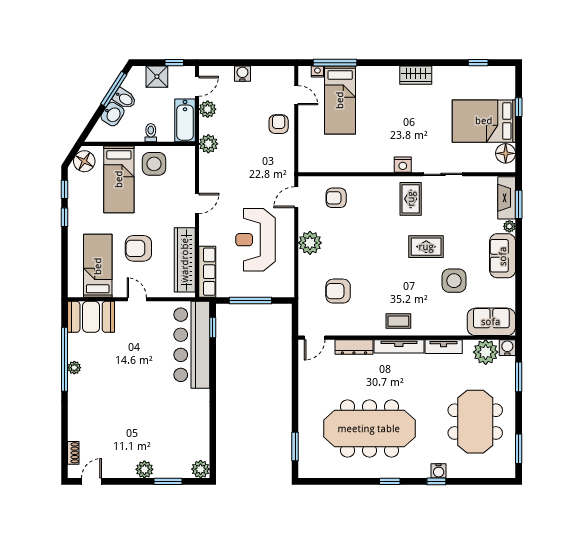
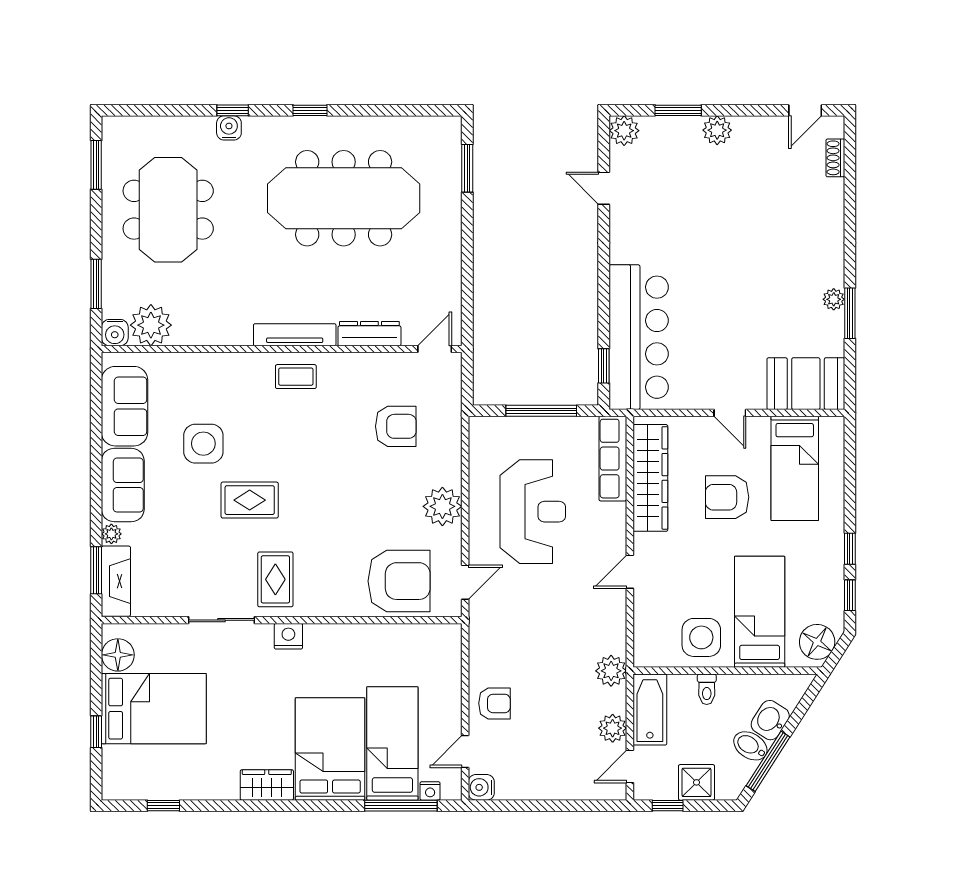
water cooler: (242, 74) -> (481, 787), moved, turned 90
door: (296, 95) -> (465, 751), hinge flipped
bed: (378, 97) -> (330, 749), added
armchair: (279, 124) -> (494, 703), turned -90
armchair: (336, 198) -> (399, 581), width x1.88, depth x1.88
armchair: (138, 248) -> (727, 497), turned 180
sofa: (491, 322) -> (125, 406), moved, turned -90
tv unit: (444, 347) -> (221, 334), removed
window: (64, 359) -> (850, 313), width x0.47
door: (213, 435) -> (604, 188), added

